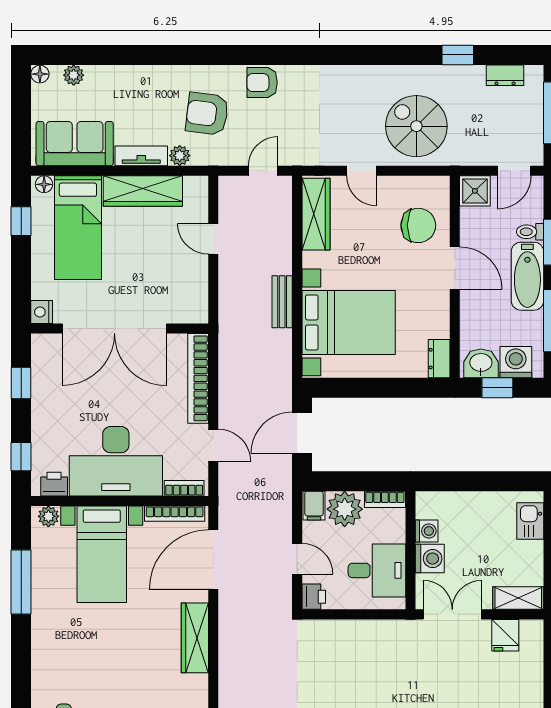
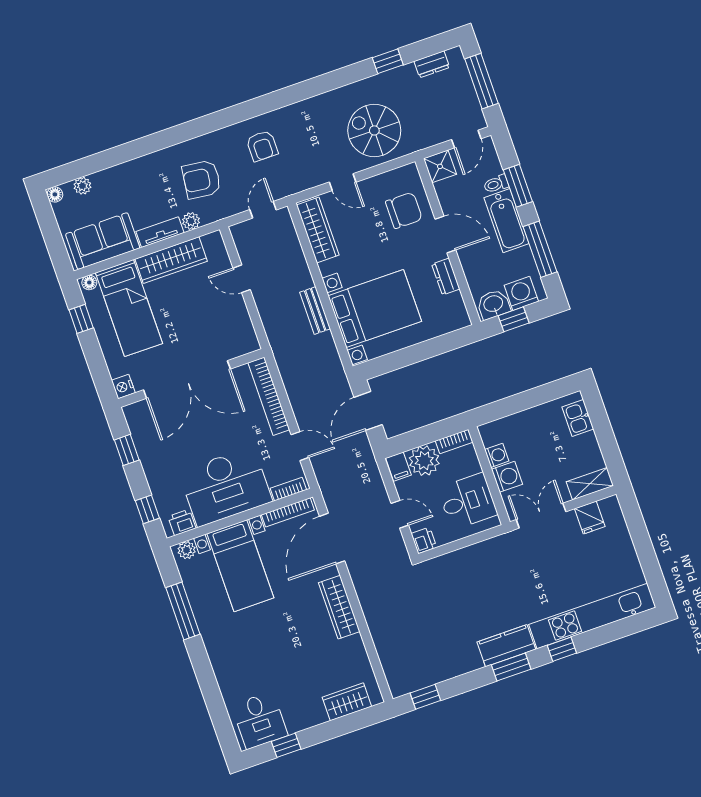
armchair: (262, 83) -> (262, 146), moved, turned -90
dresser: (439, 359) -> (446, 277), moved

